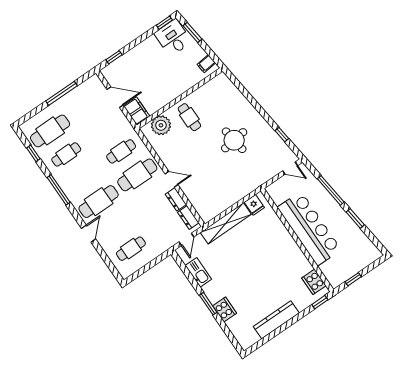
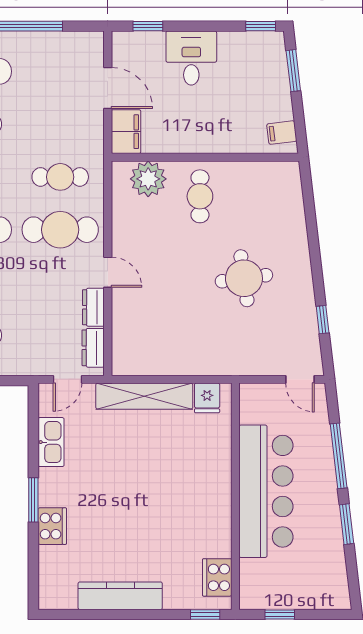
desk: (173, 38) -> (191, 58), moved

